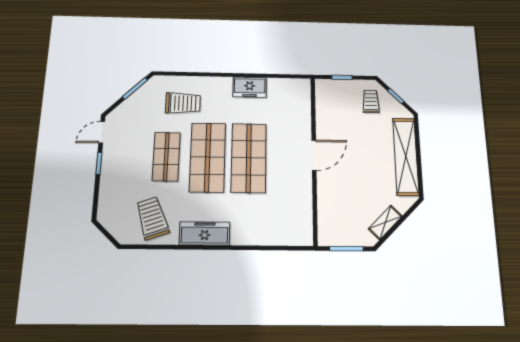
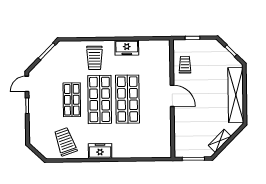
trolley: (371, 101) -> (185, 65), moved
trolley: (183, 103) -> (95, 58), moved, turned 90
door: (314, 155) -> (172, 96), hinge flipped
freezer: (205, 233) -> (100, 151), width x0.71

